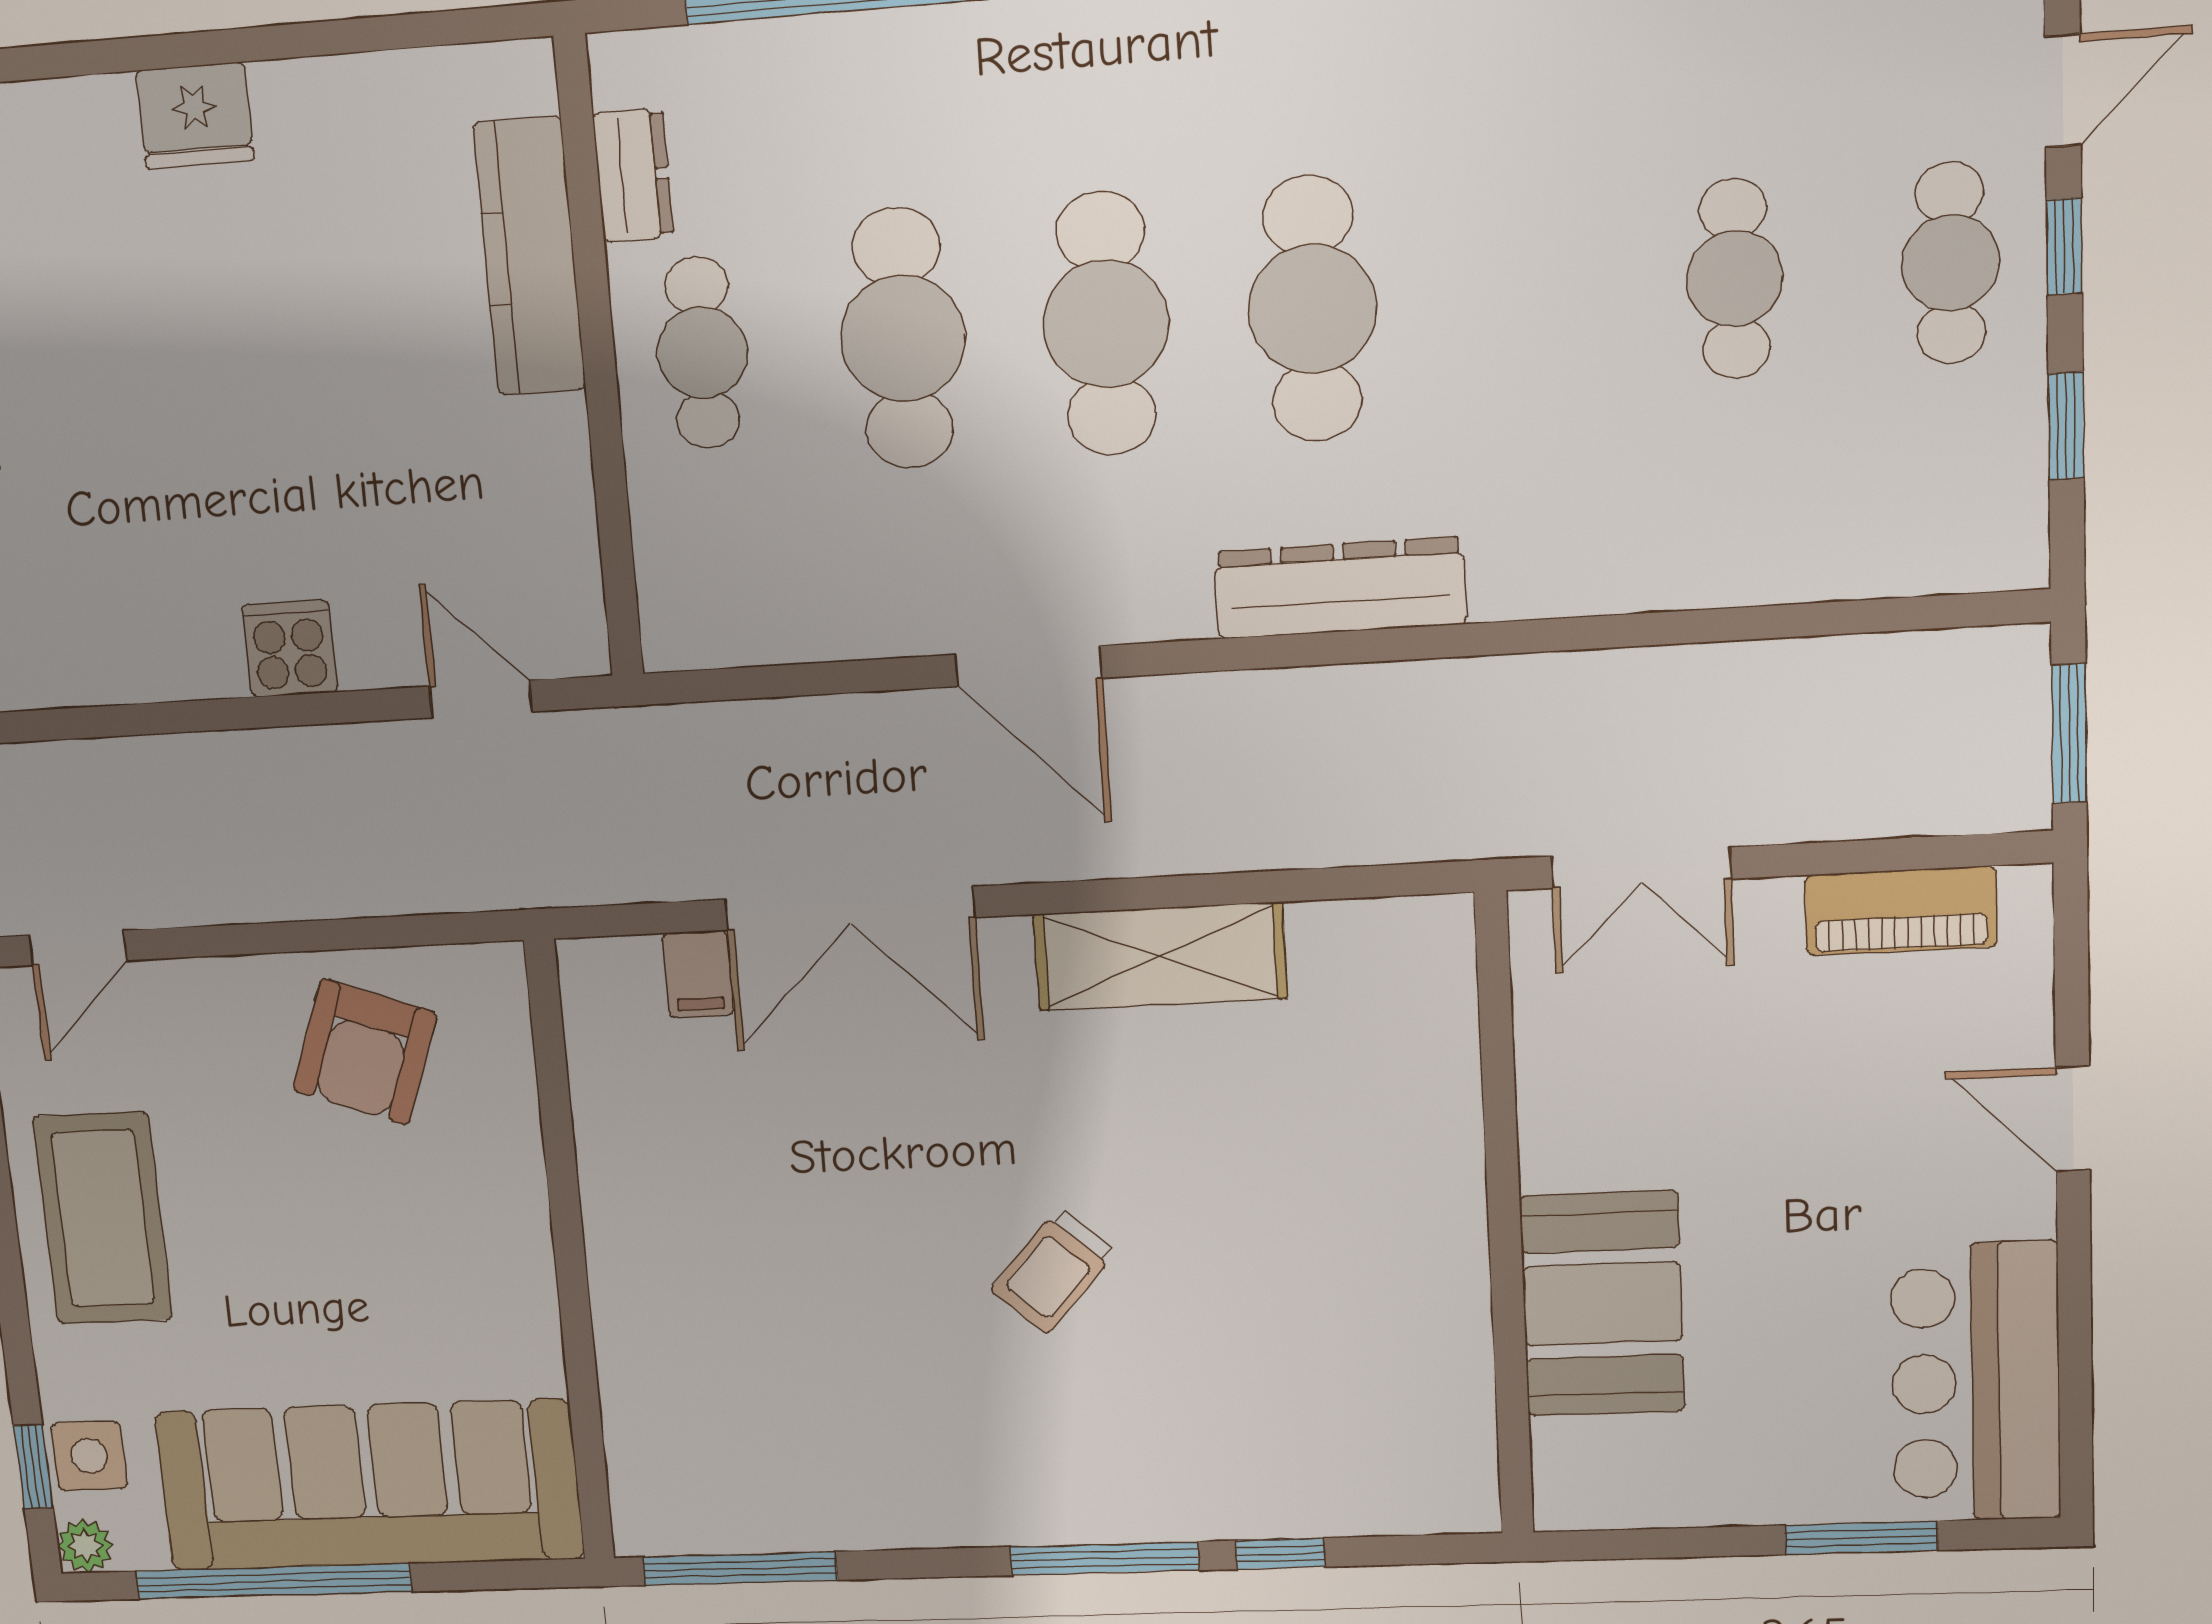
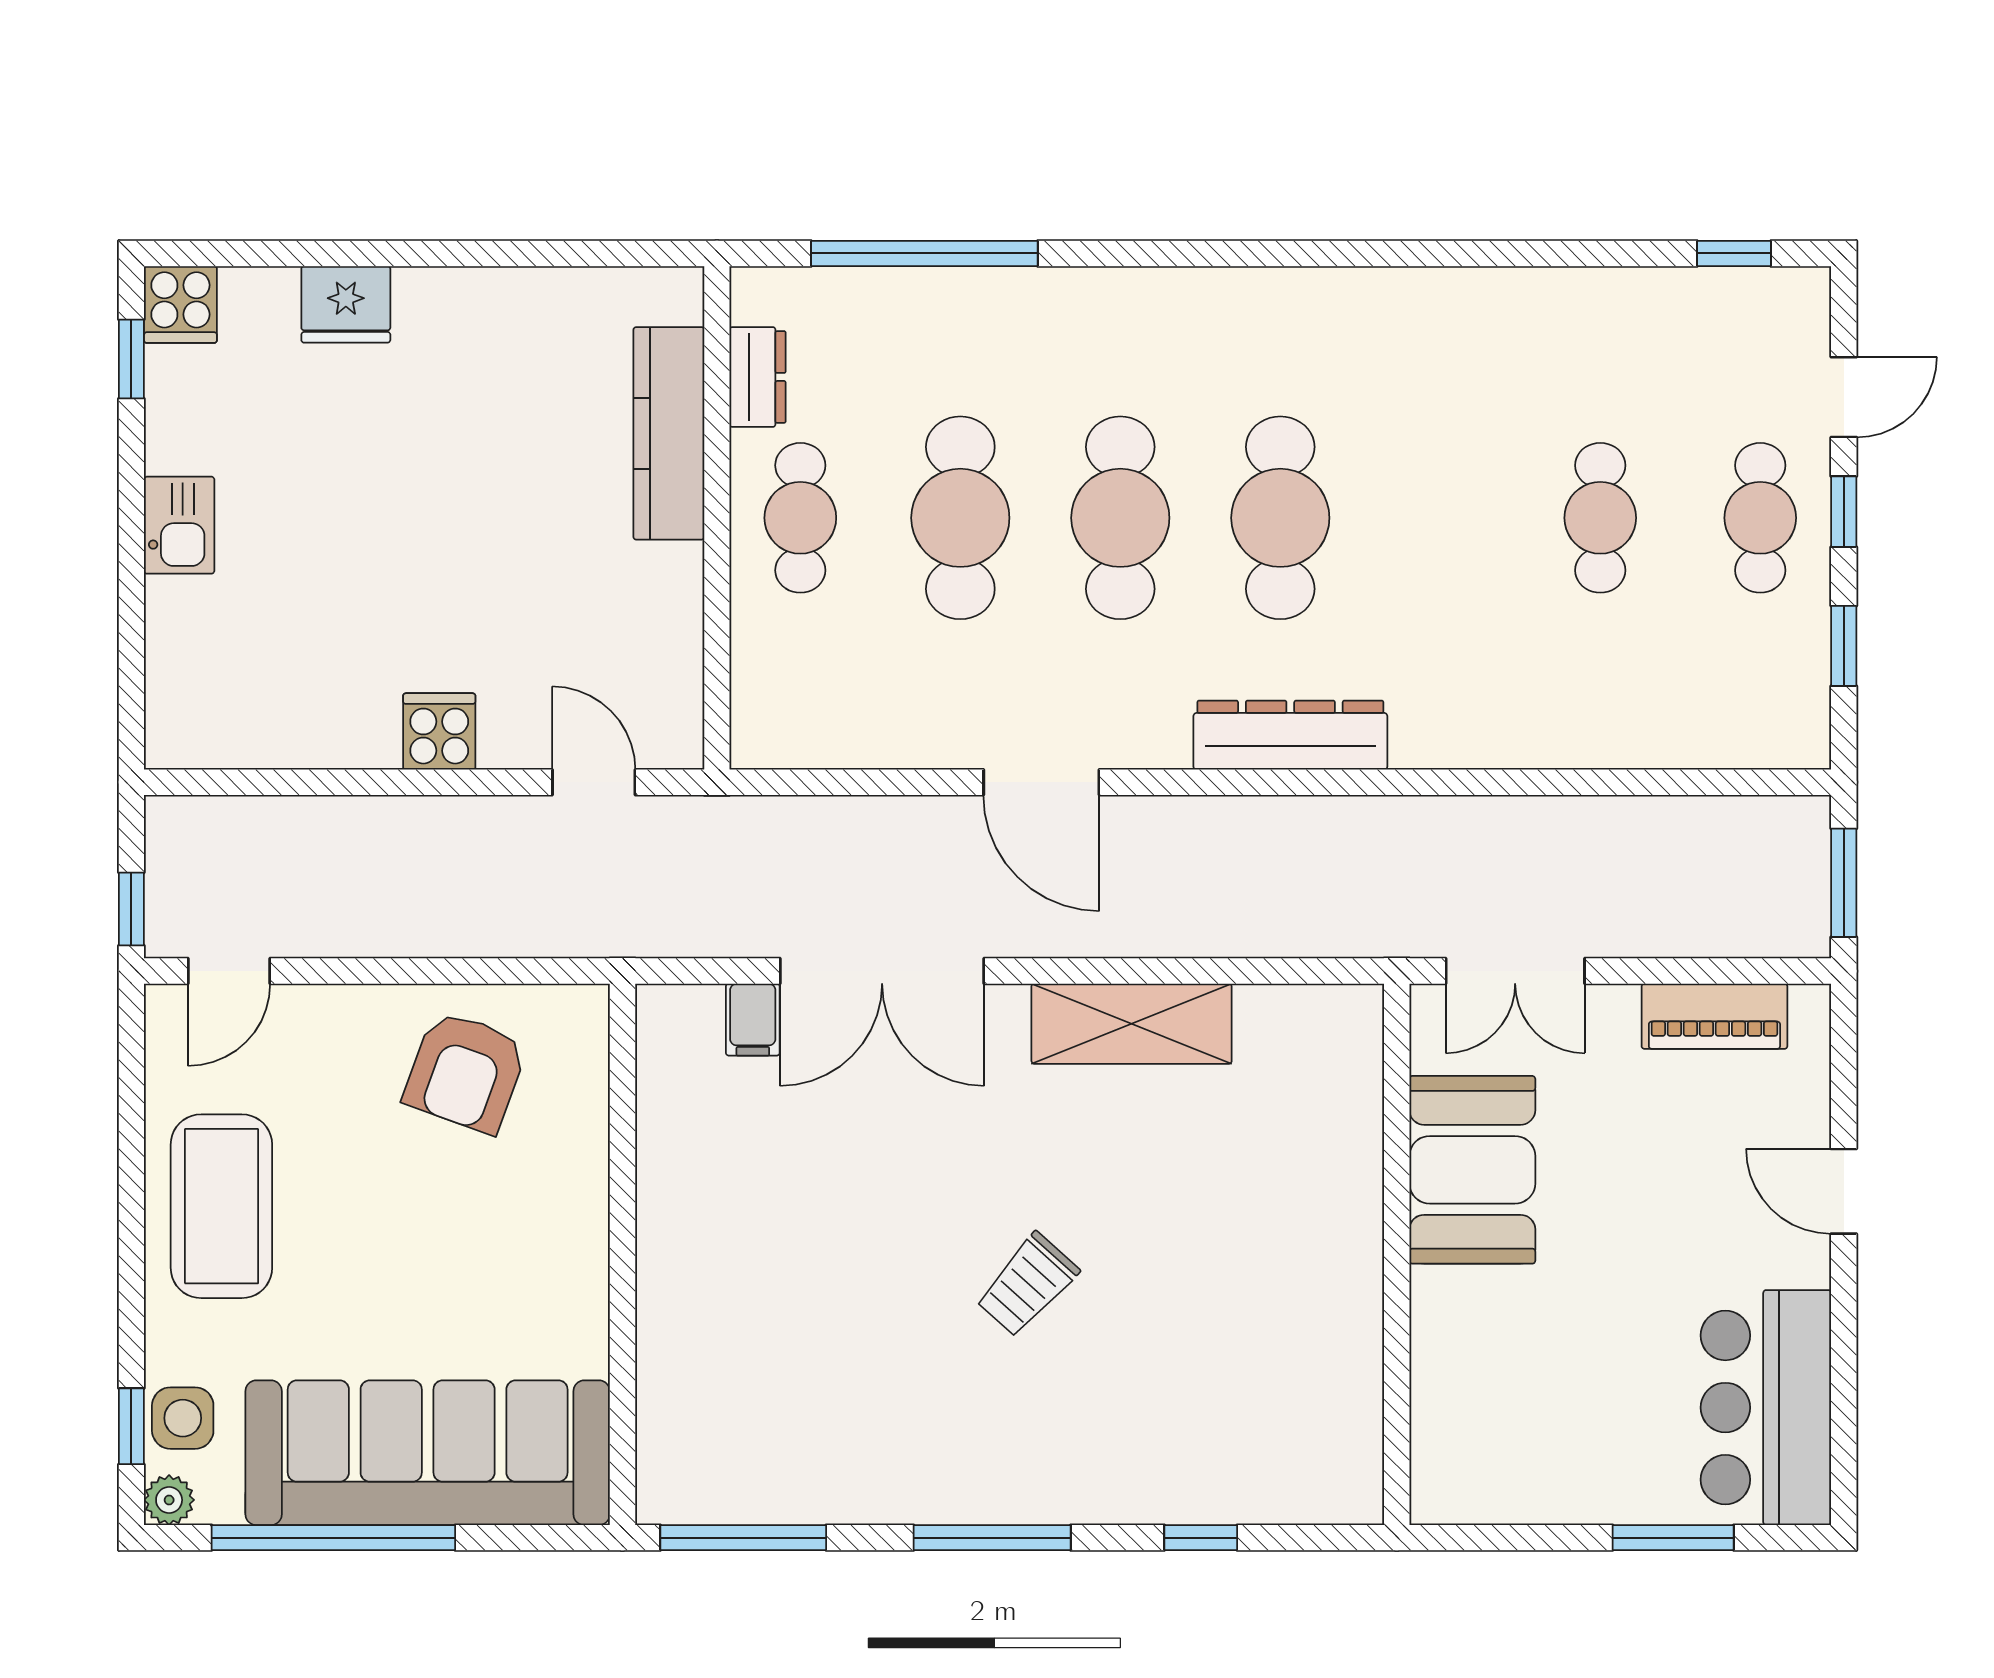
fridge: (195, 116) -> (346, 304), moved
booth: (1602, 1304) -> (1472, 1170), moved
window: (1105, 1559) -> (992, 1538), moved

